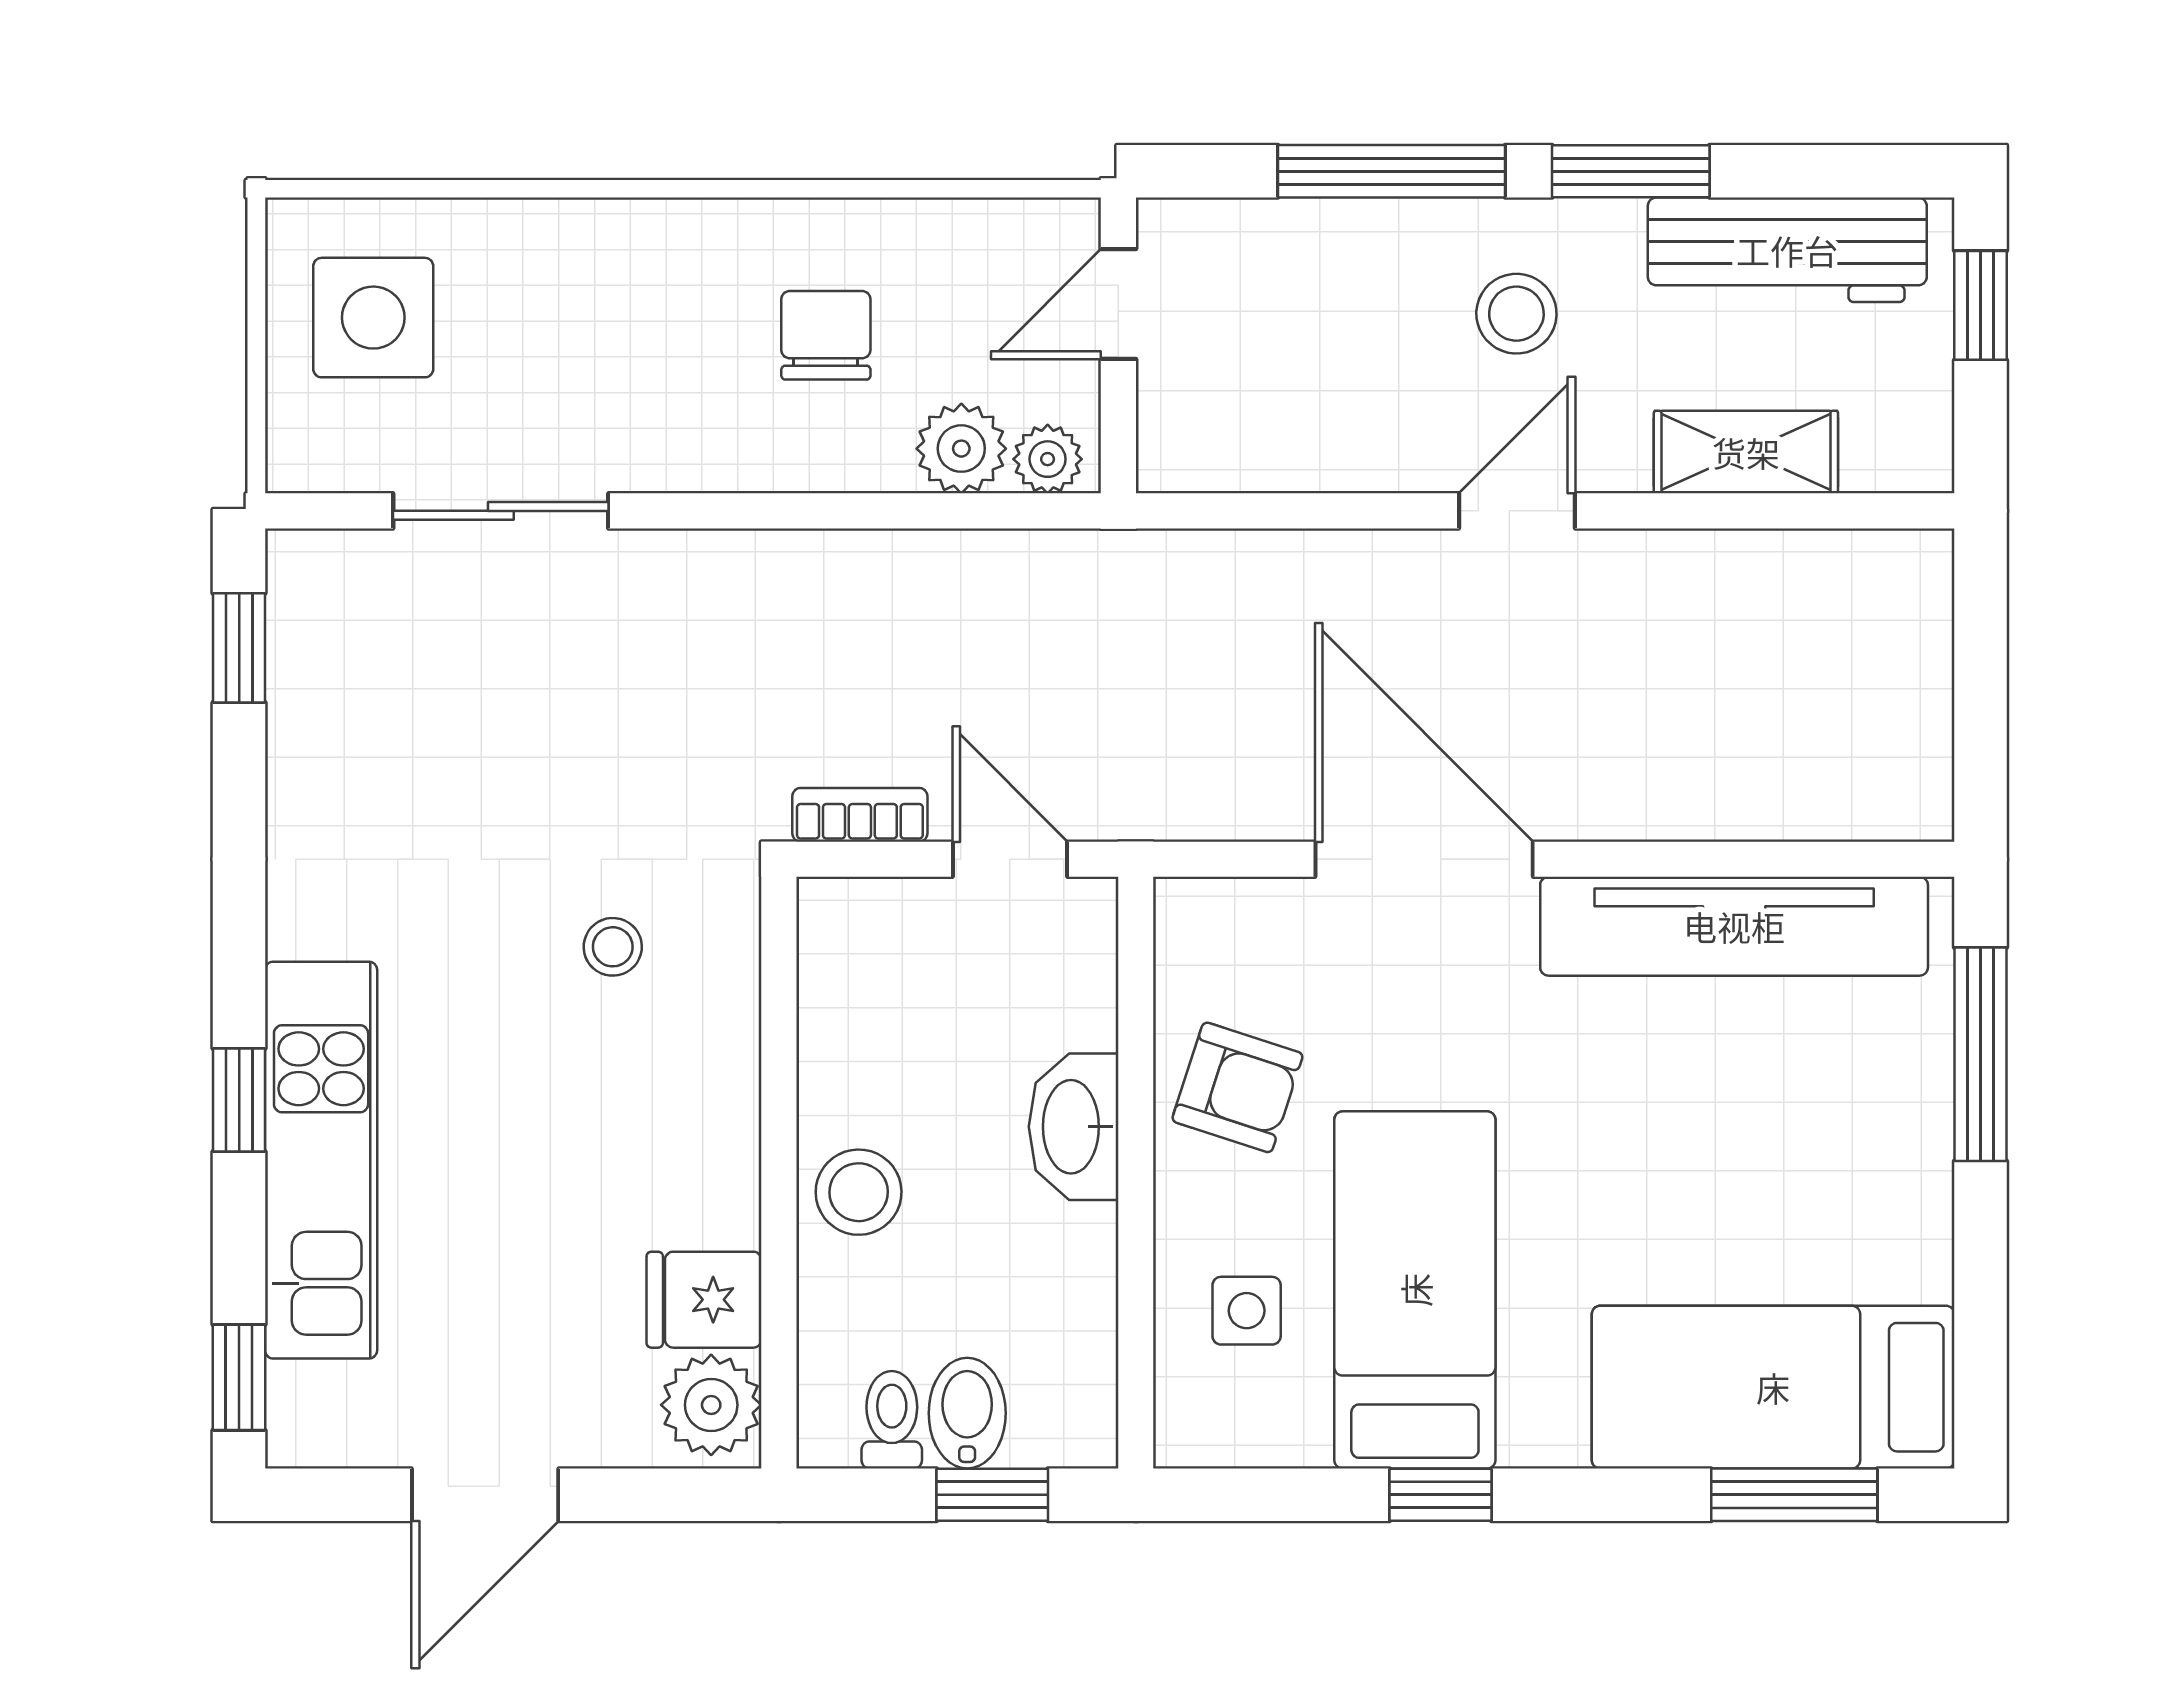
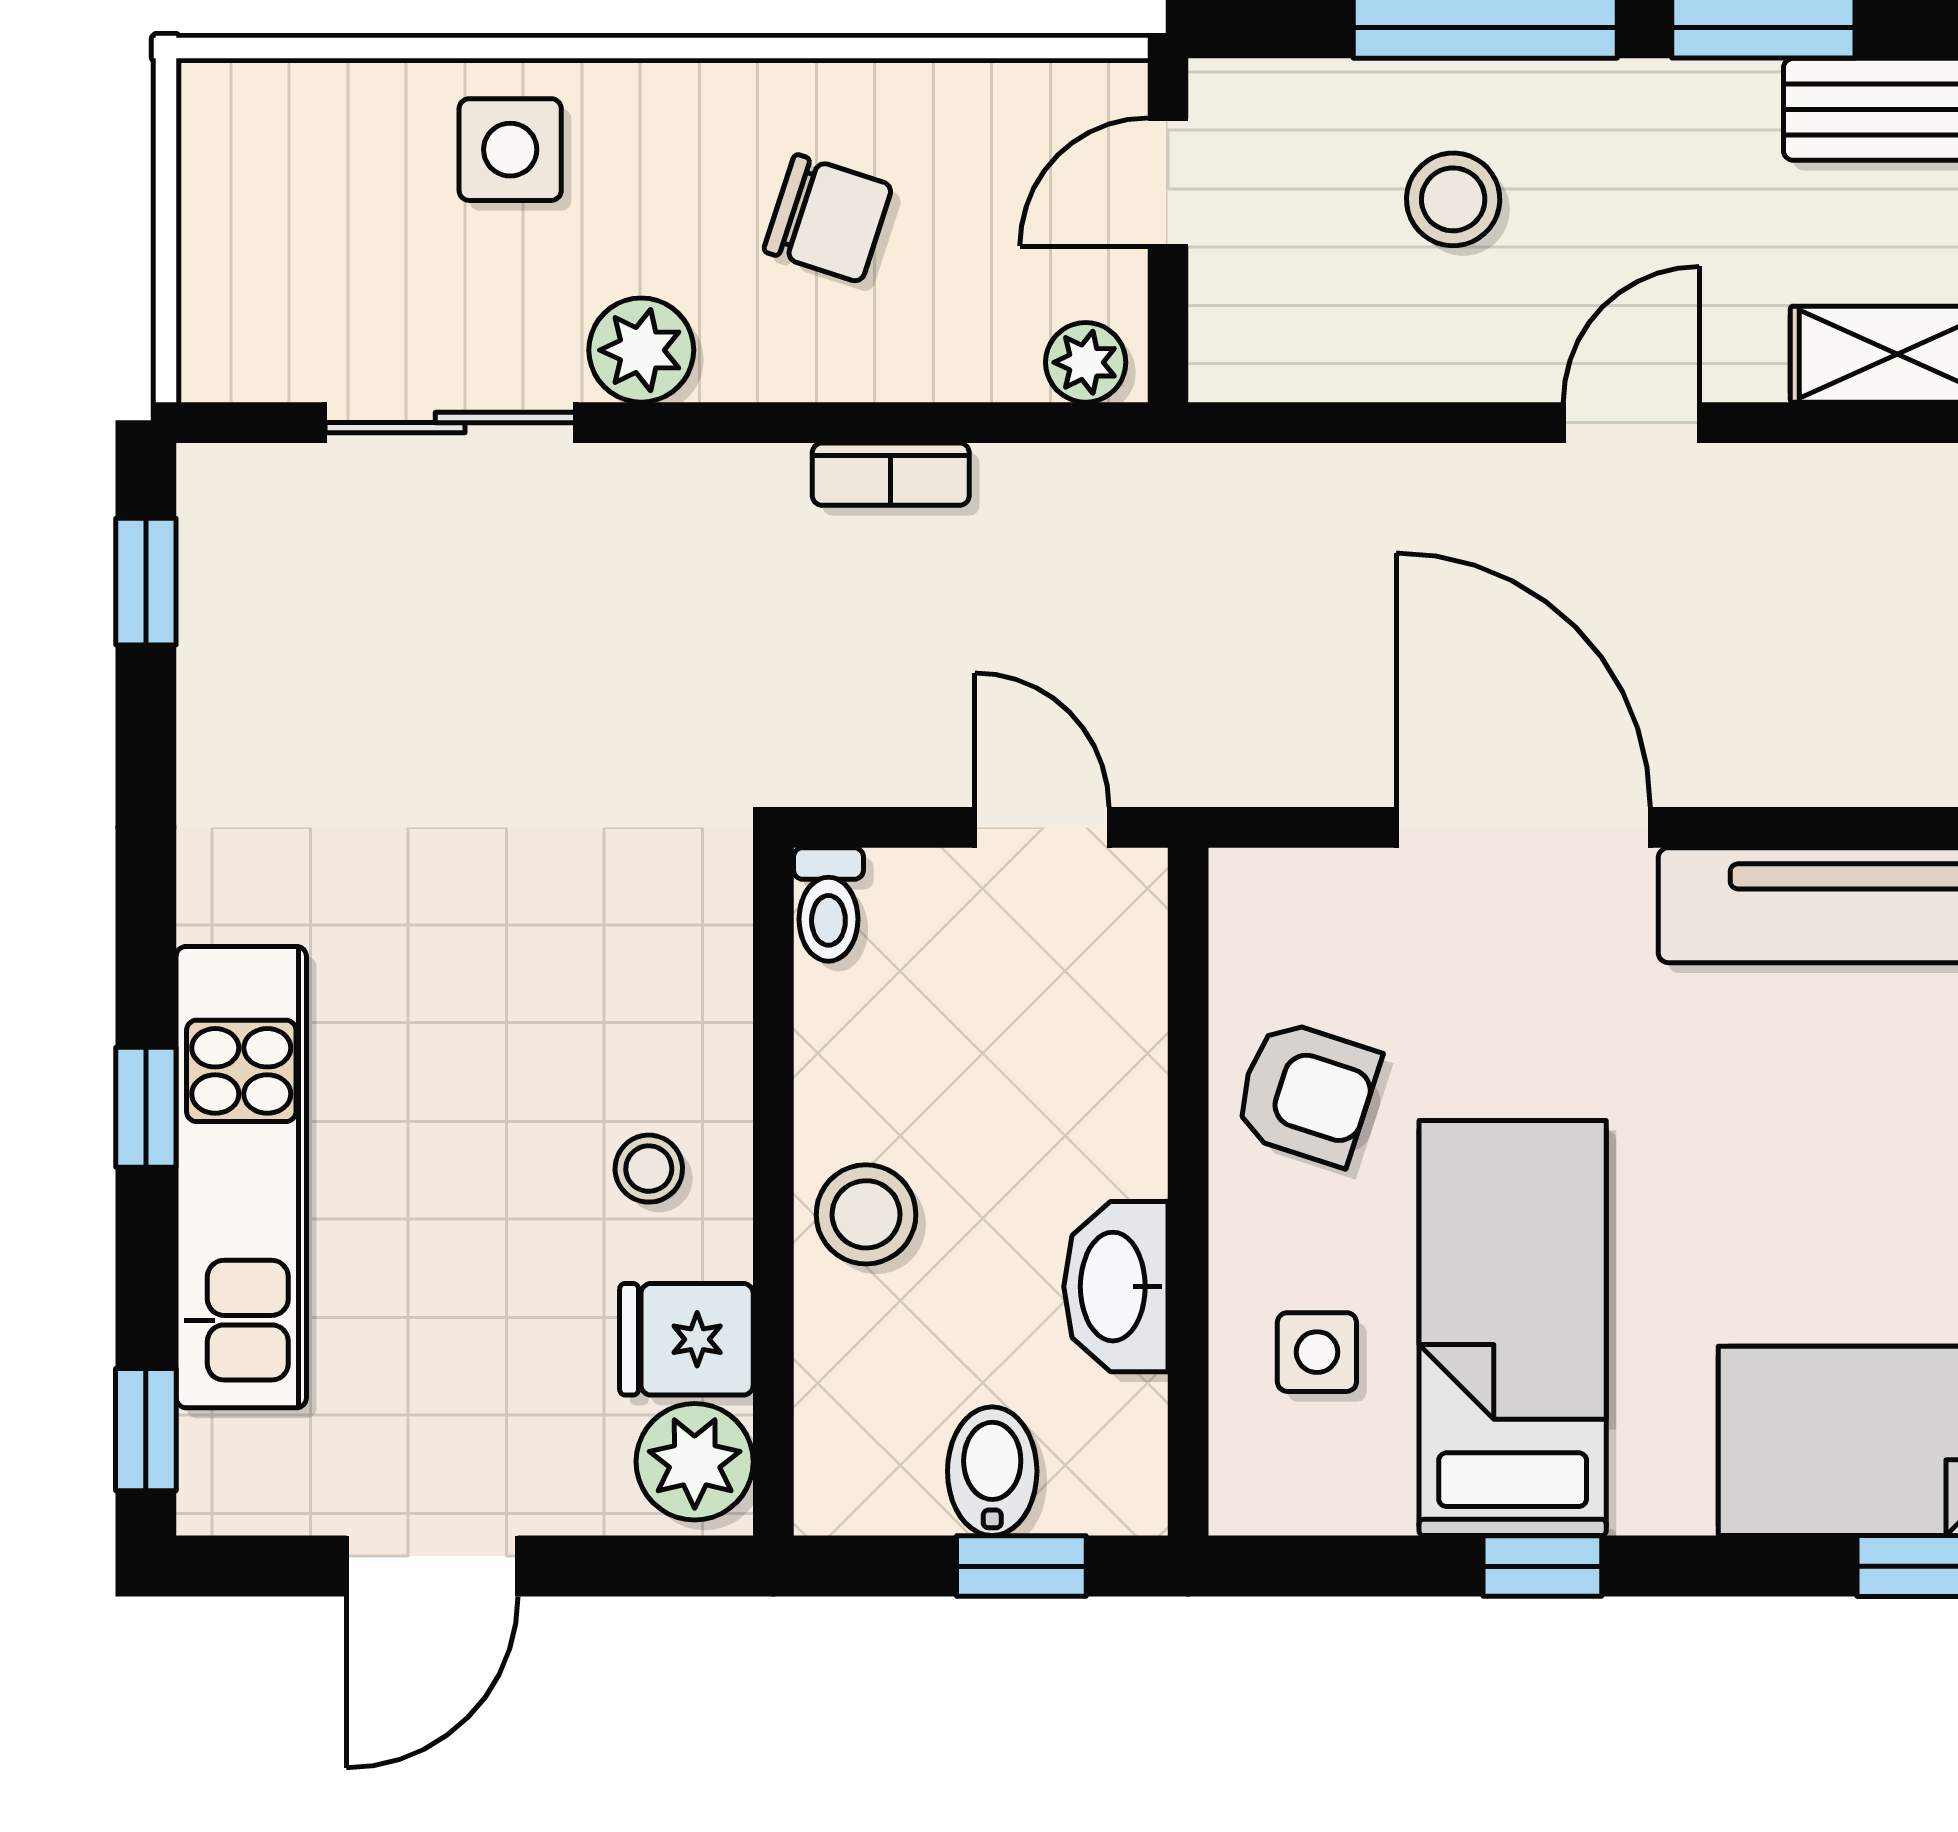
stool: (1516, 314) -> (1453, 199), moved
side table: (373, 318) -> (510, 150), moved, width x0.73, depth x0.73
chair: (826, 335) -> (828, 218), turned 108
plant: (961, 449) -> (641, 350), moved
bookcase: (860, 815) -> (891, 474), moved, turned 180
stool: (613, 947) -> (649, 1169), moved
washbasin: (1074, 1127) -> (1116, 1287), moved
toilet: (892, 1420) -> (828, 904), moved, turned 180

